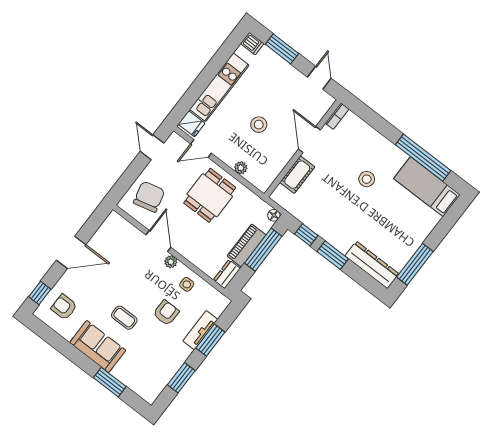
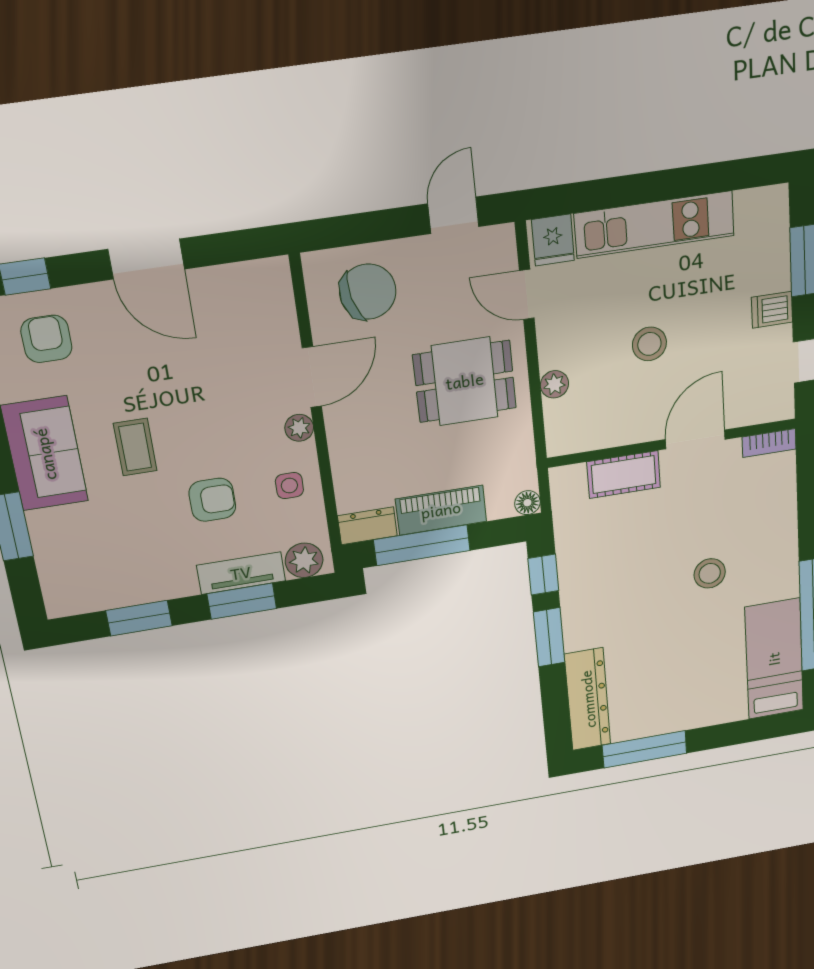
dishwasher: (252, 44) -> (772, 310), moved, turned 90
window: (263, 250) -> (422, 545), moved
plant: (217, 306) -> (304, 560), added

